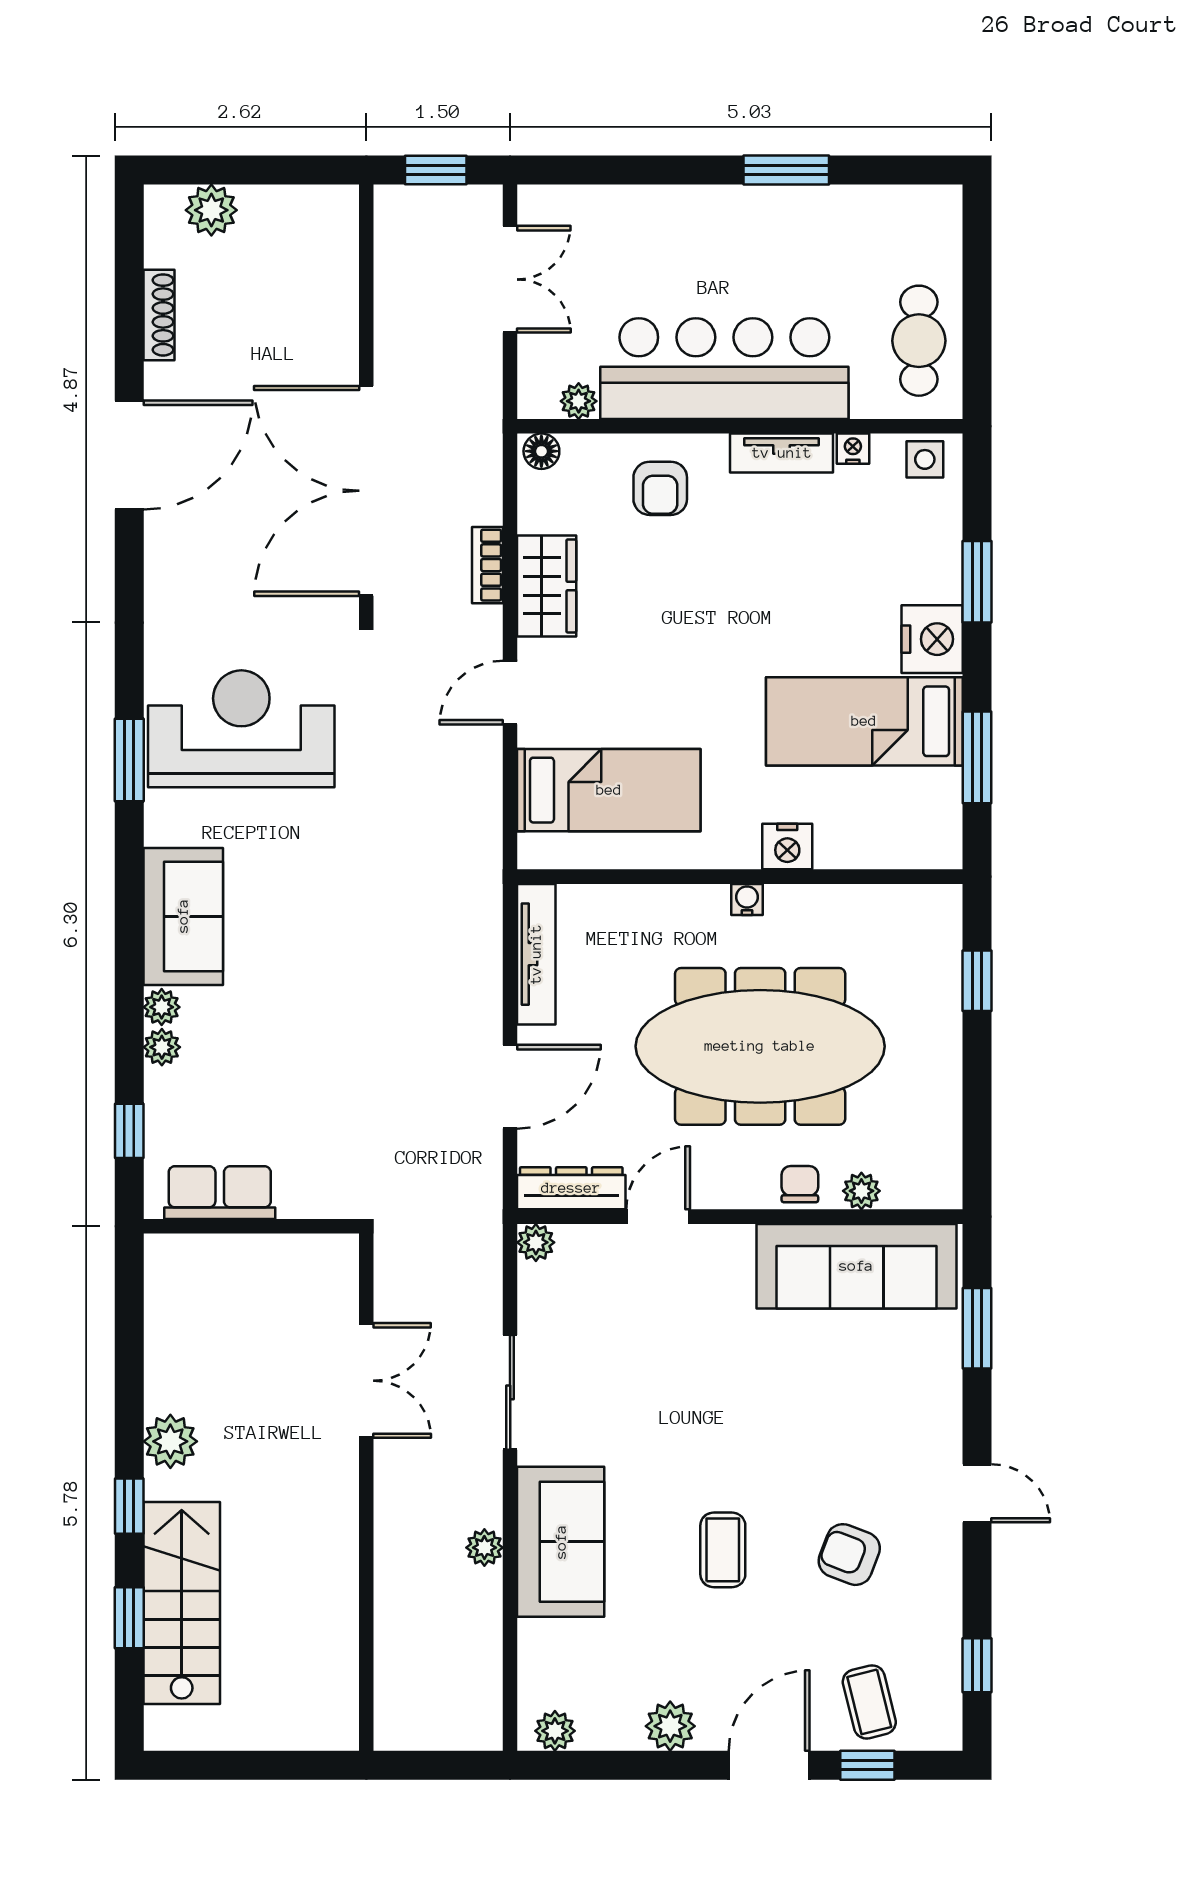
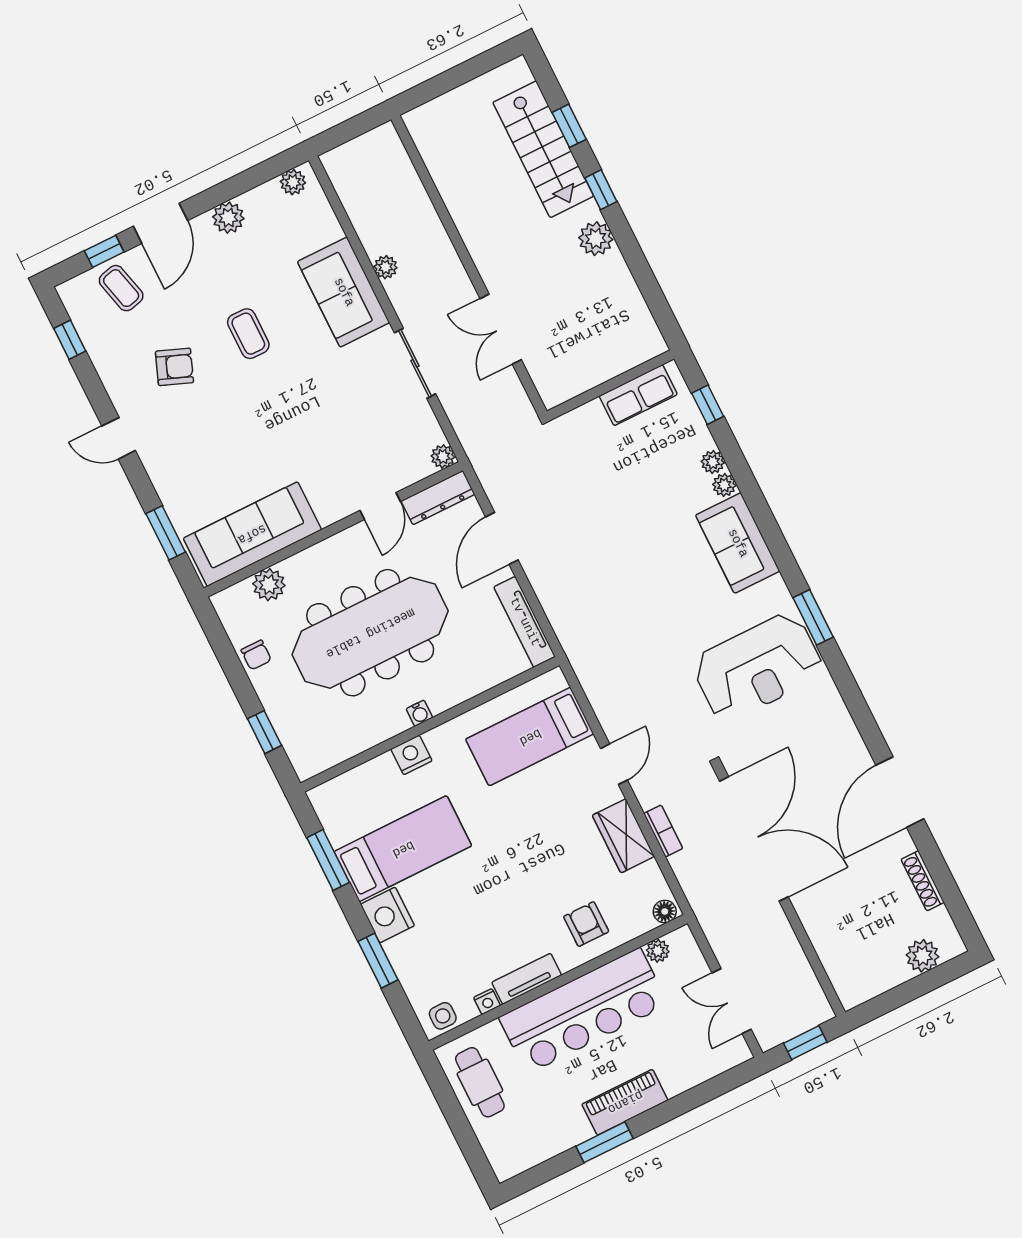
piano: (730, 212) -> (625, 1102), added
chair: (800, 1184) -> (256, 655), moved
plant: (861, 1191) -> (269, 585), width x1.38, depth x1.38

